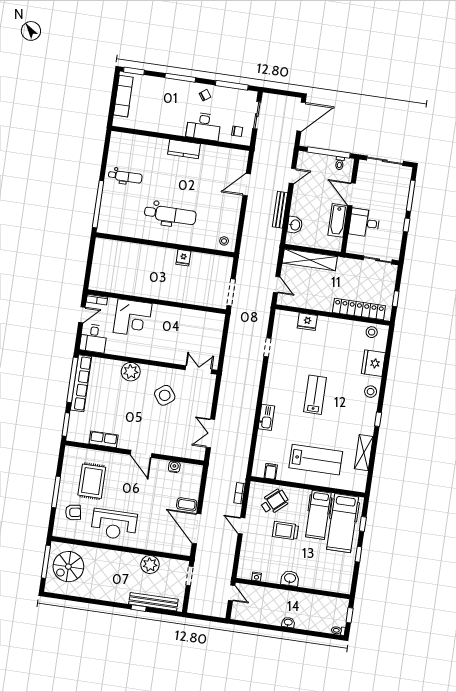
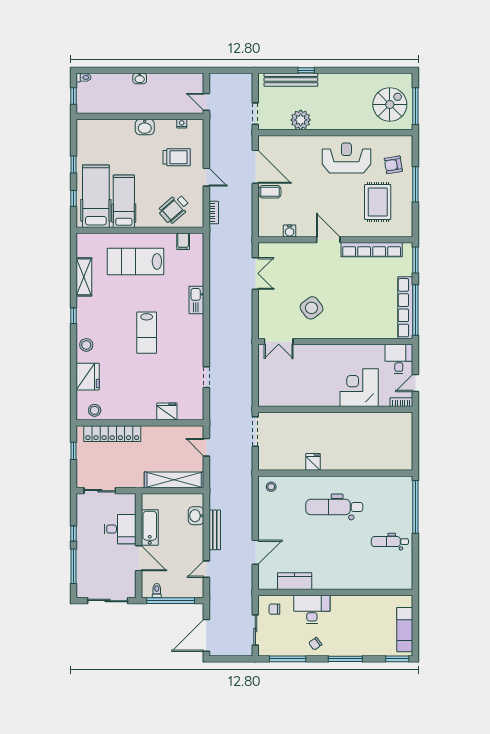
kitchen counter: (184, 149) -> (295, 581), moved
plant: (131, 372) -> (353, 328), removed
row of seats: (104, 439) -> (372, 250), width x2.02
trolley: (286, 531) -> (177, 157), moved

